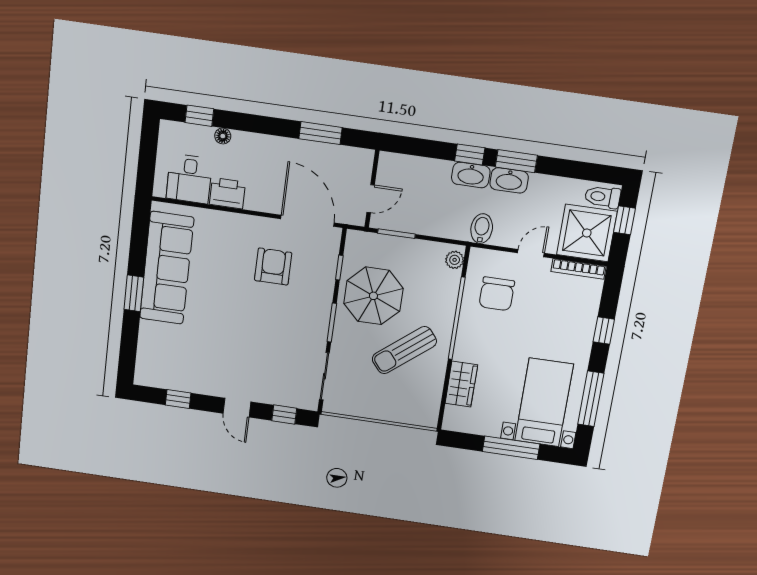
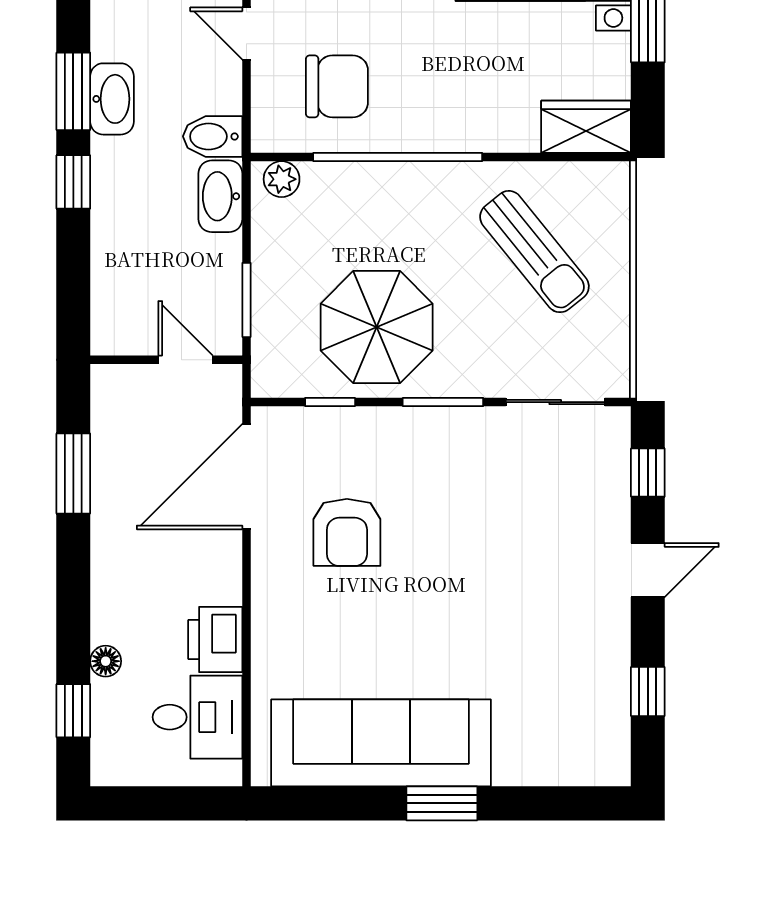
washbasin: (471, 175) -> (220, 196), moved, turned 180
armchair: (273, 267) -> (347, 532), turned -90
sun lounger: (404, 350) -> (534, 252), moved
wardrobe: (461, 384) -> (586, 127), moved

